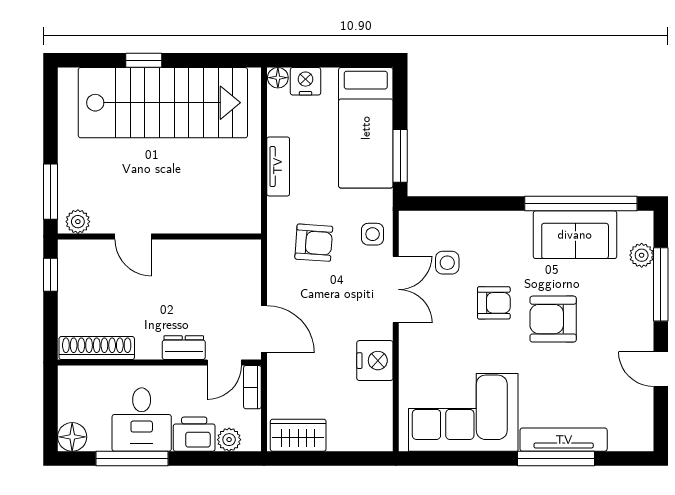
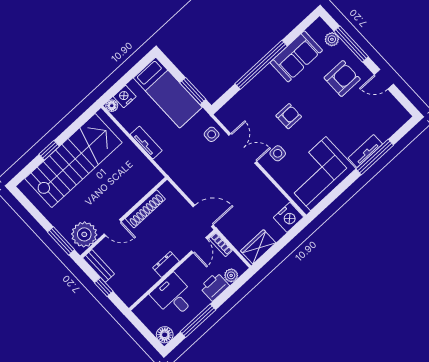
window: (581, 204) -> (261, 65), moved
plant: (78, 222) -> (84, 234), width x1.88, depth x1.88
armchair: (314, 243) -> (190, 161), removed
side table: (447, 263) -> (278, 153), moved
bench: (69, 269) -> (98, 266), added
window: (51, 275) -> (104, 287), moved
armchair: (553, 319) -> (342, 78), moved, turned 180
shoe rack: (97, 348) -> (145, 209), moved, turned 180
dresser: (184, 348) -> (166, 264), moved
nightstand: (375, 361) -> (289, 217), moved, turned 90
desk: (142, 420) -> (173, 296), moved, turned 180
tv unit: (564, 440) -> (365, 151), width x0.71

